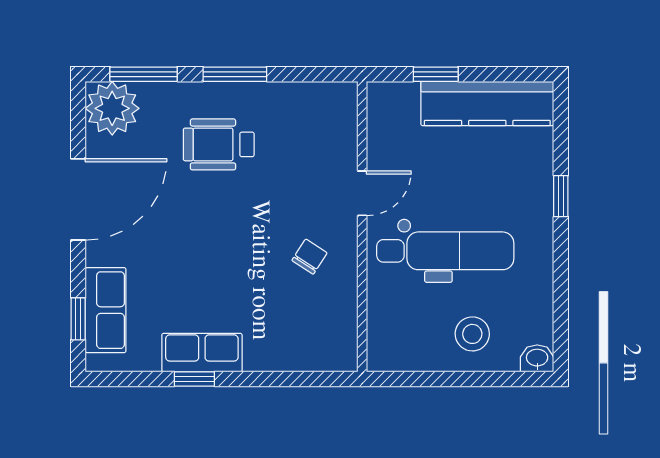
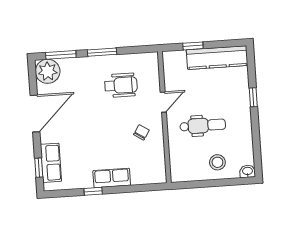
wheelchair: (219, 144) -> (121, 85), moved, turned 180
dental chair: (445, 251) -> (203, 126), width x0.73, depth x0.72
row of seats: (202, 353) -> (112, 178), moved

